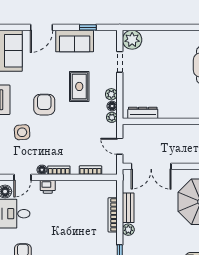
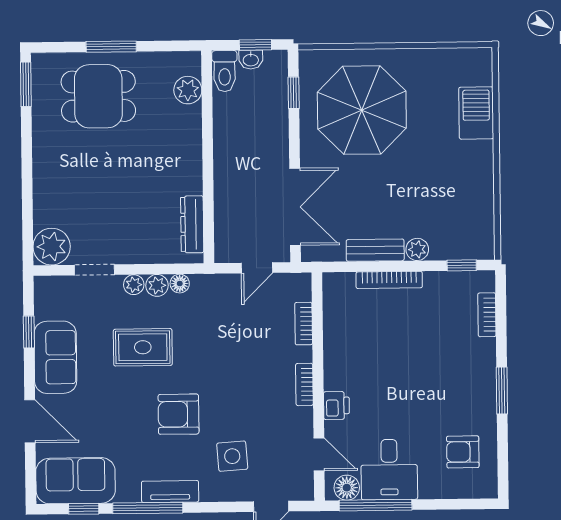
plant: (112, 117) -> (134, 285), moved
floor lamp: (42, 170) -> (304, 417), removed

